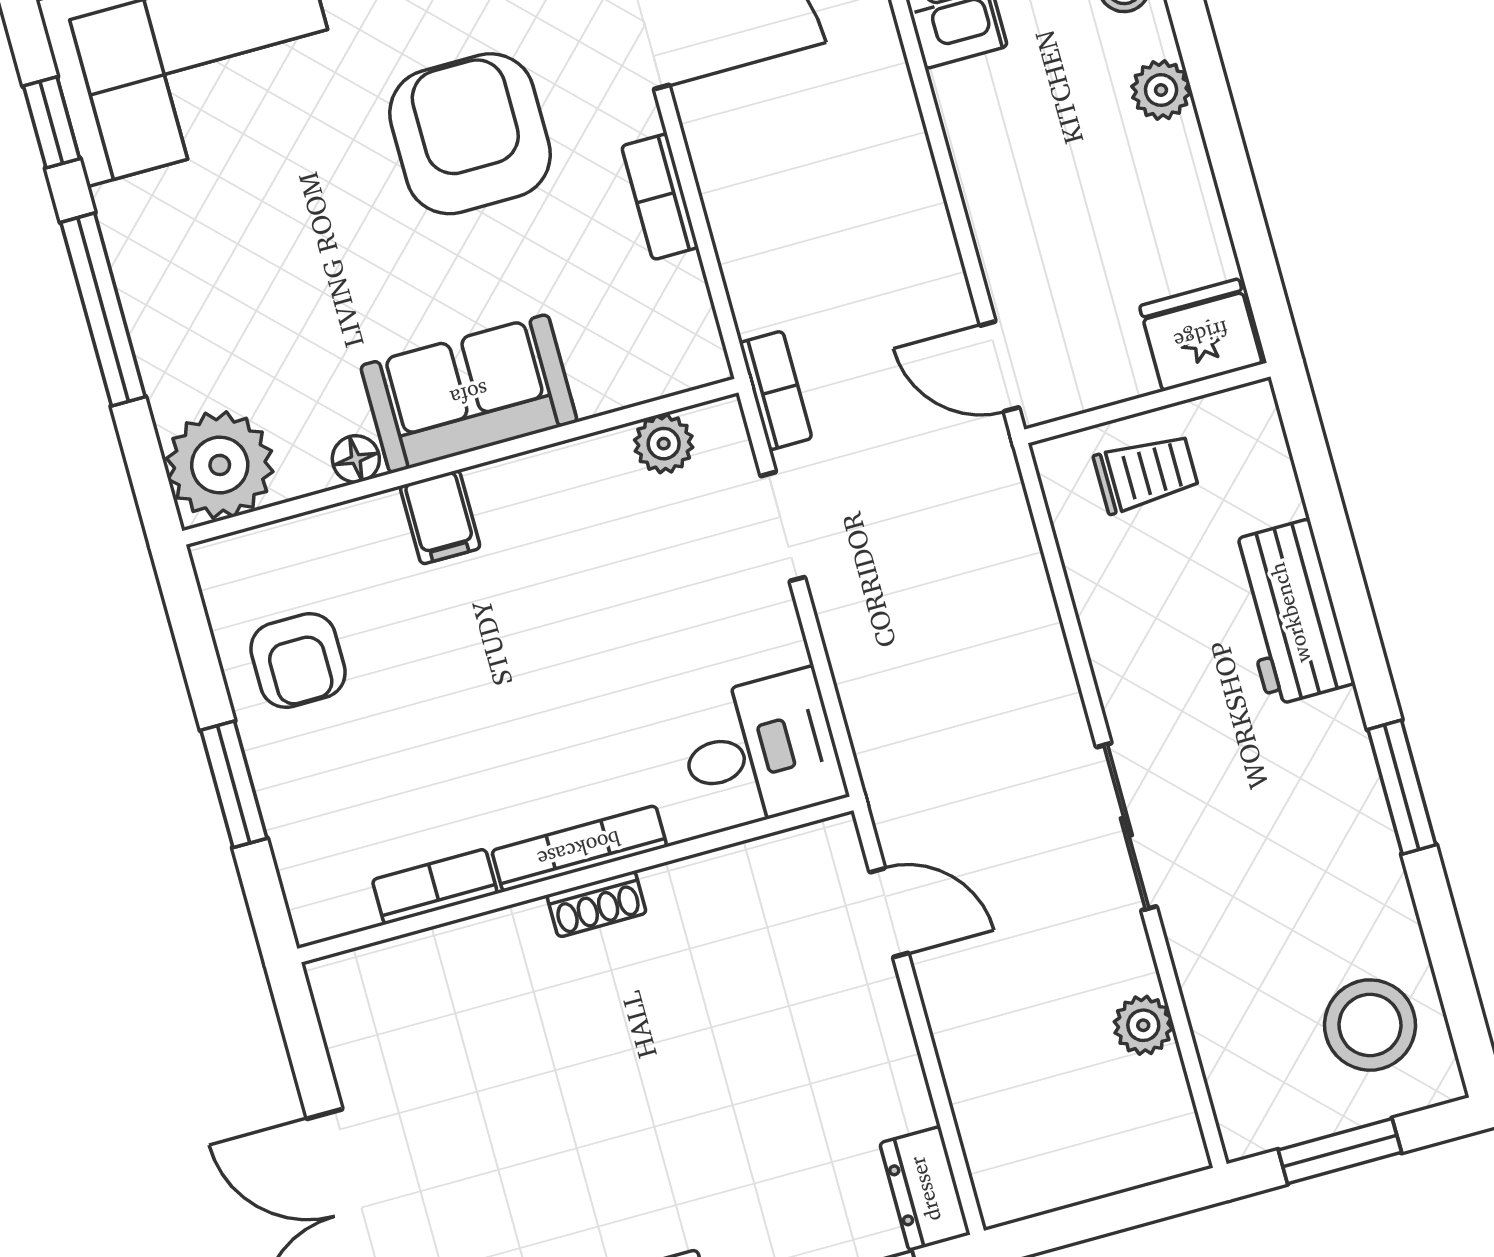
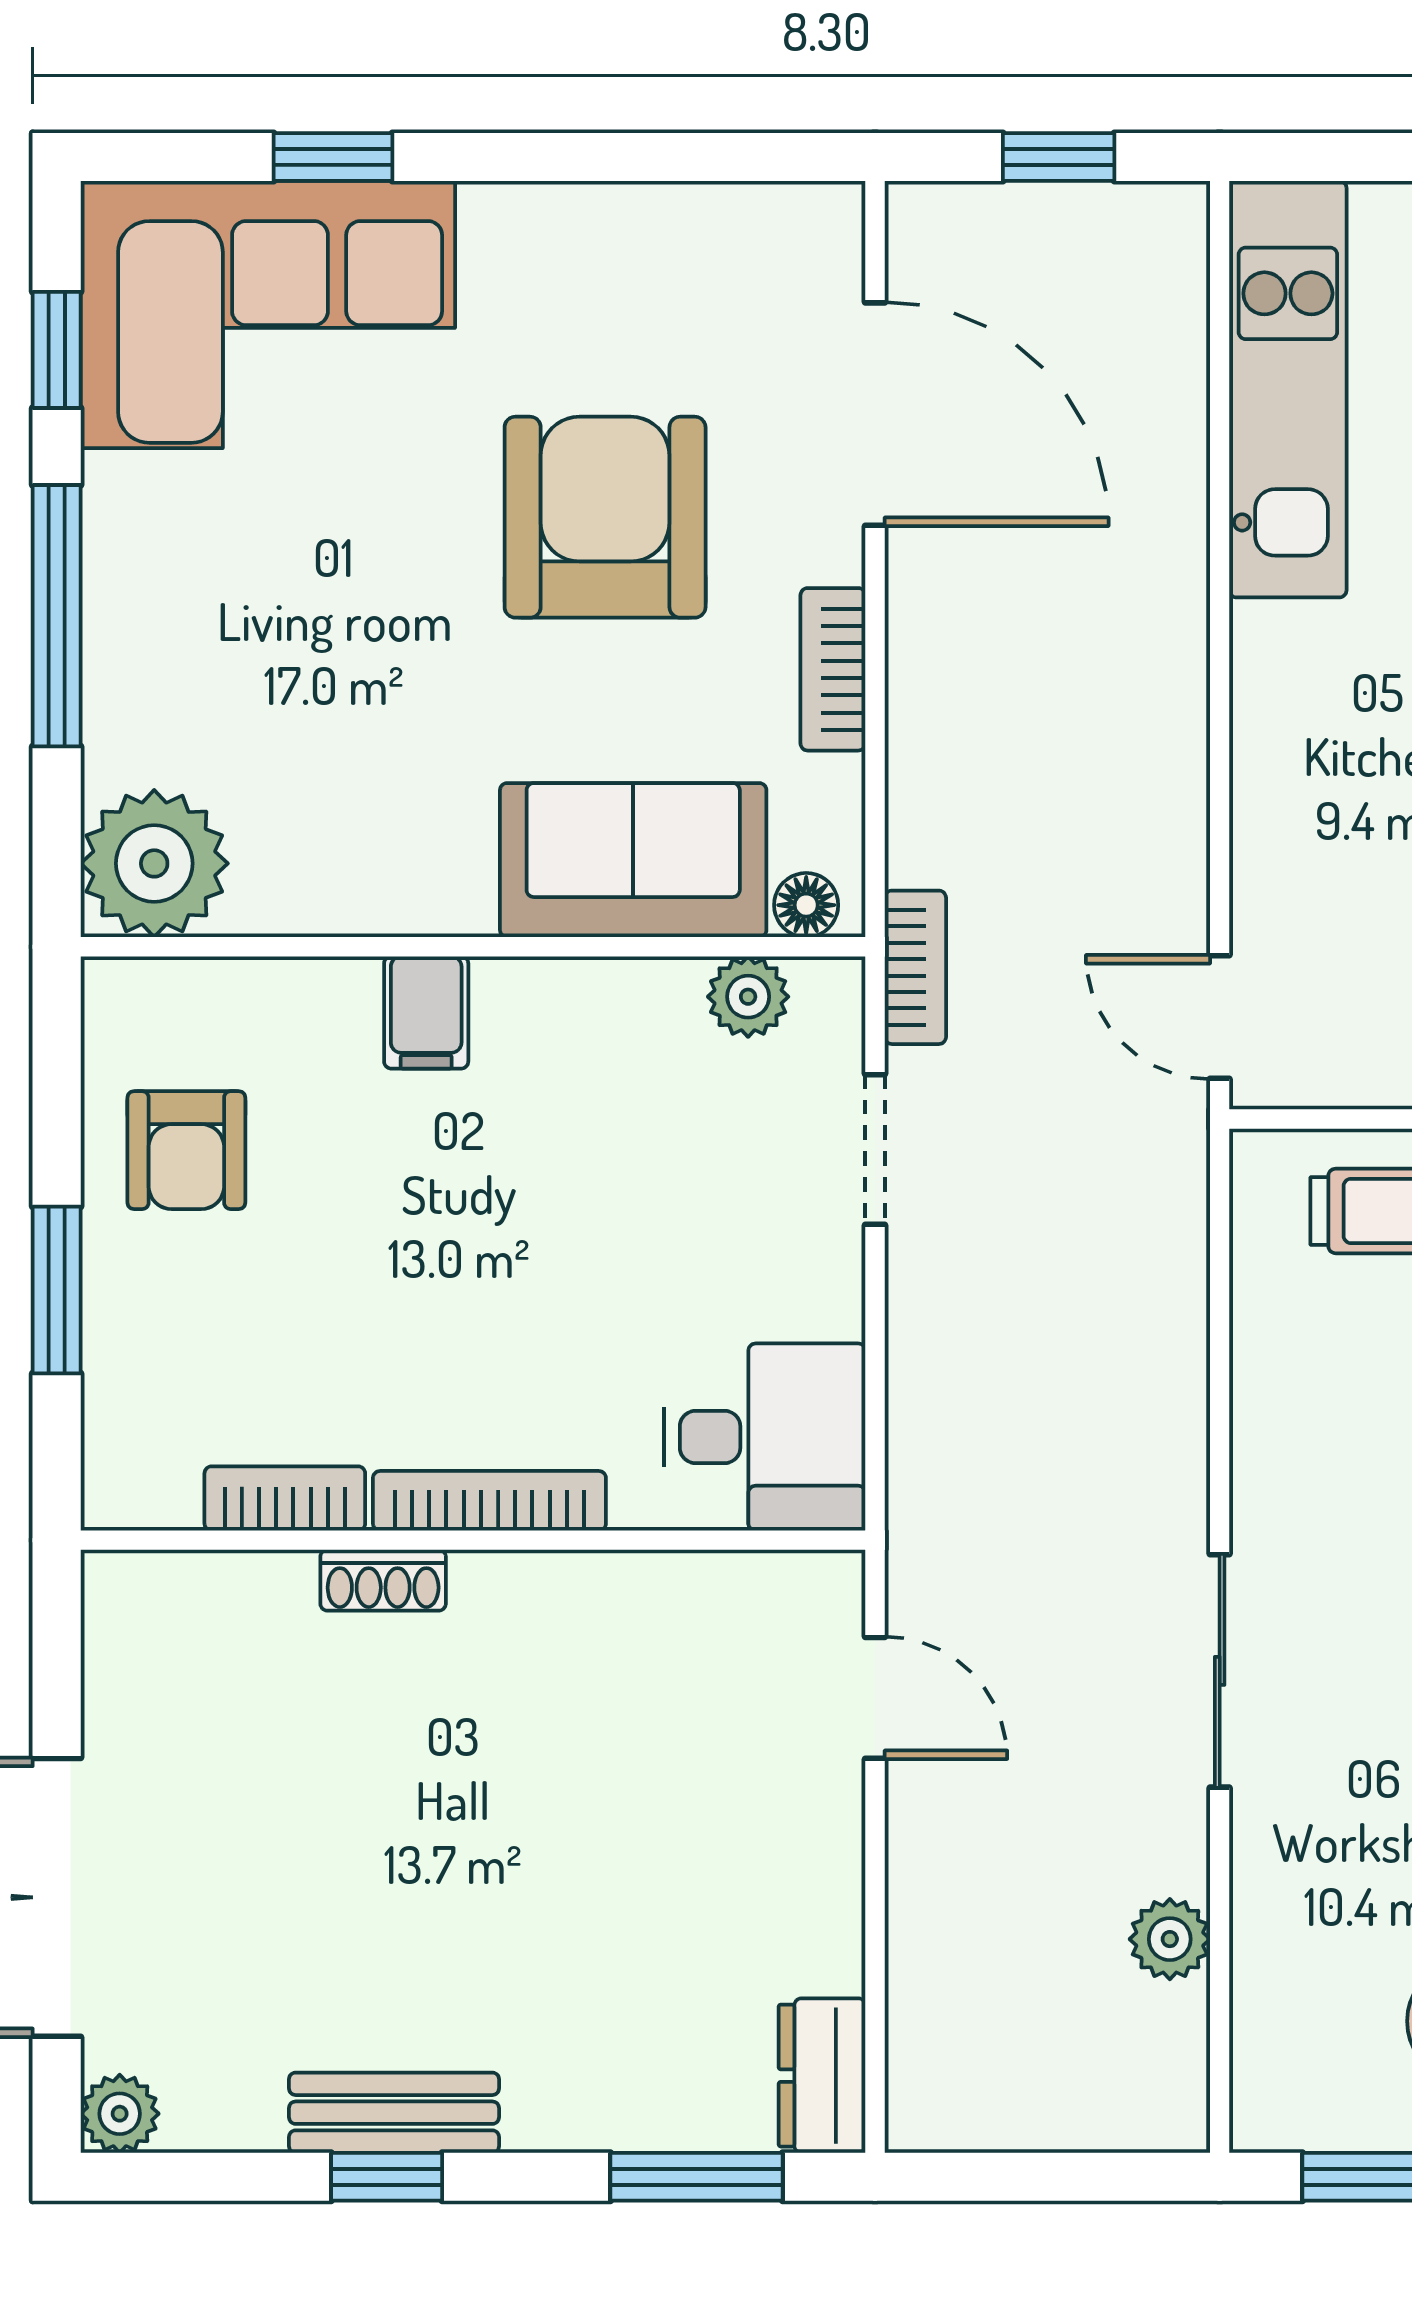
sofa: (469, 394) -> (633, 860), moved
floor lamp: (356, 459) -> (806, 905), moved
shoe rack: (597, 904) -> (383, 1580), moved

